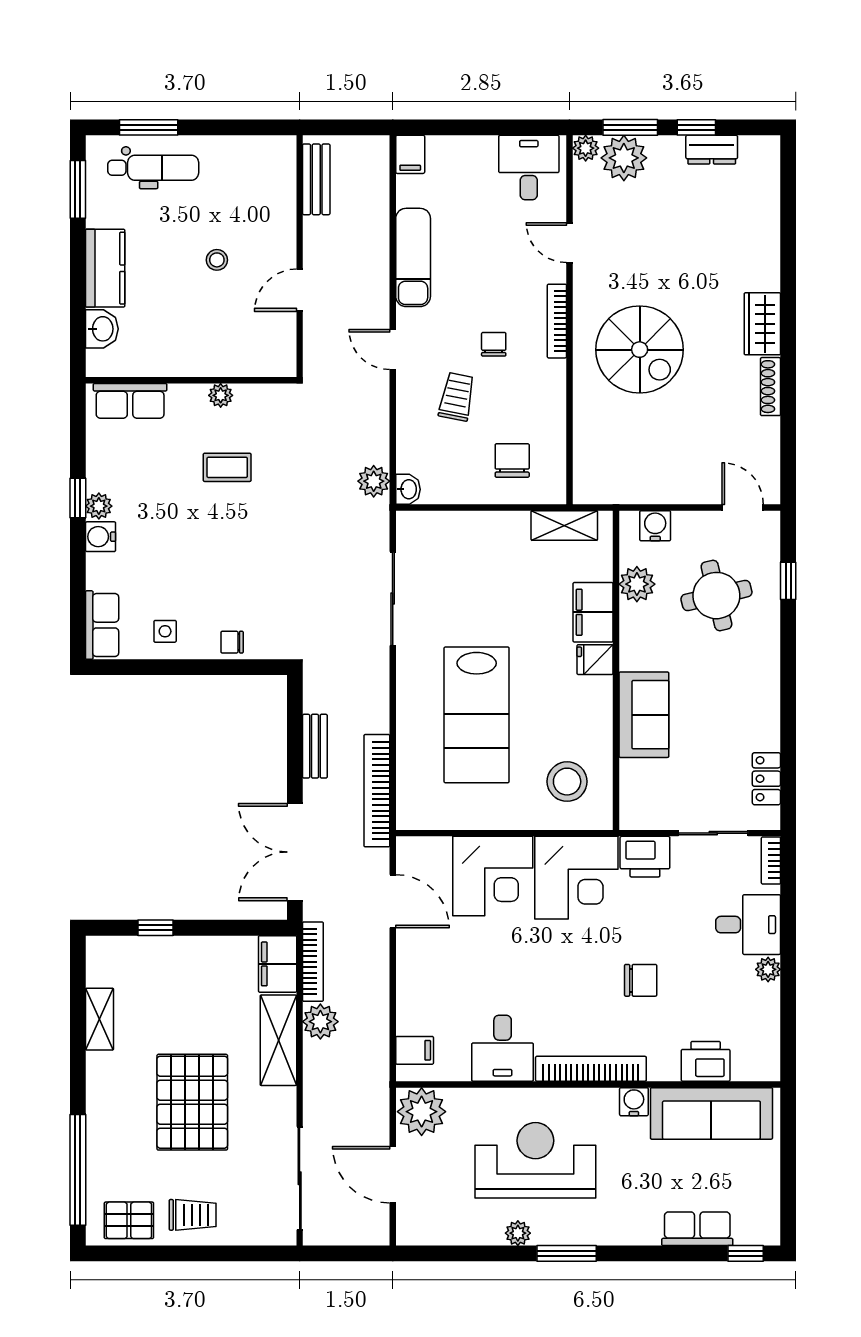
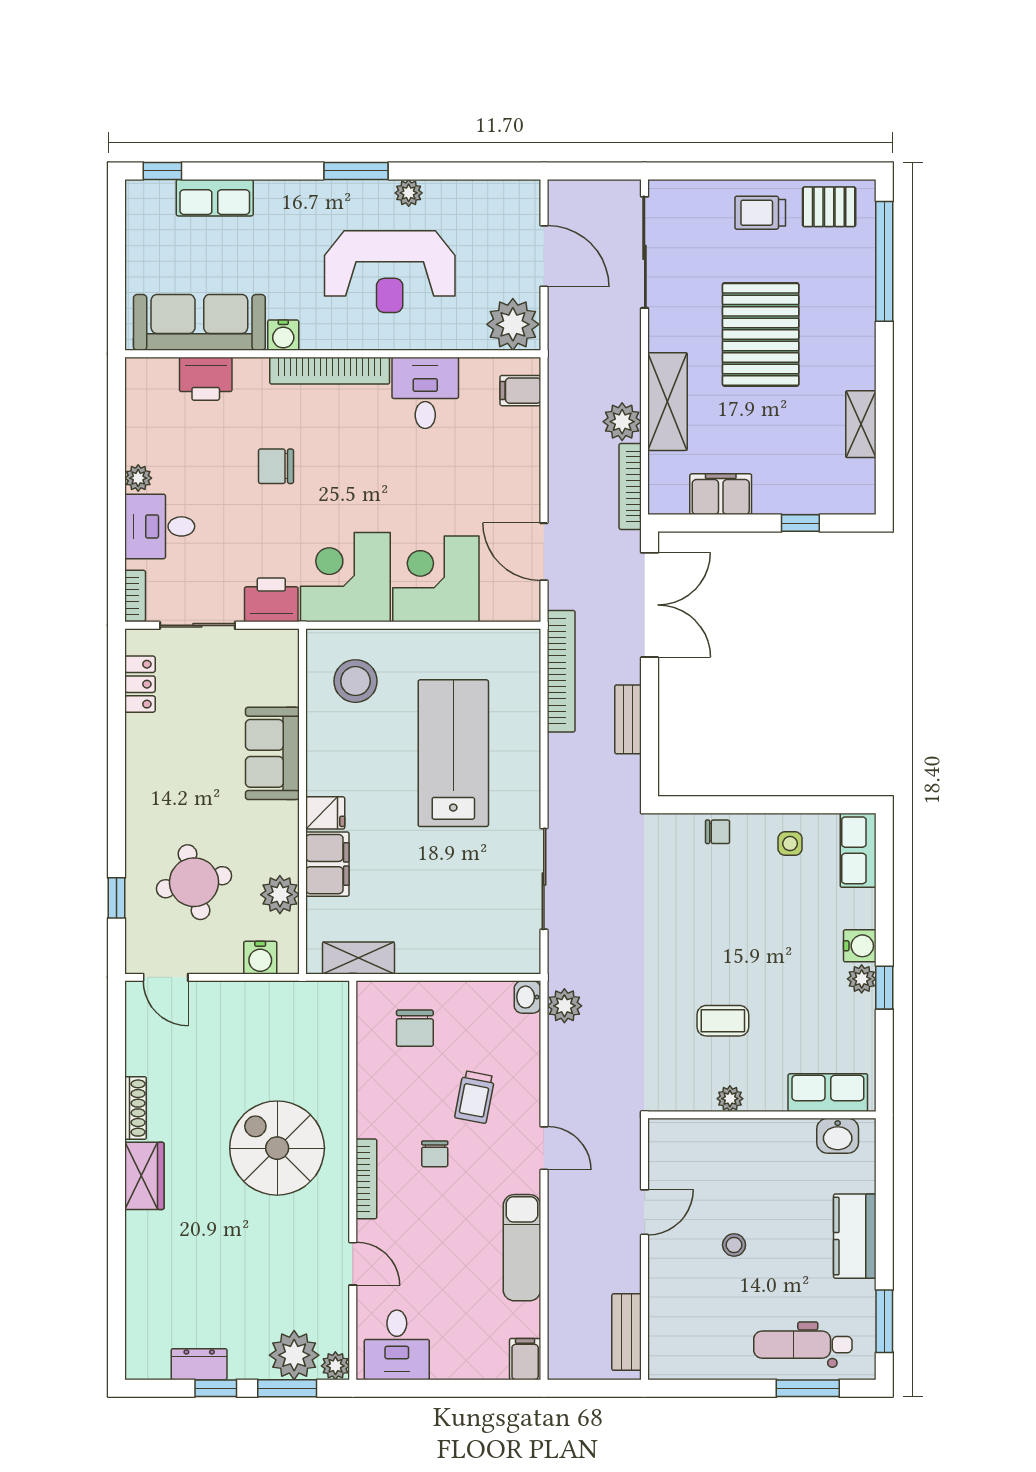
washbasin: (102, 329) -> (838, 1136), moved, turned -90
filing cabinet: (278, 964) -> (721, 494), moved, turned -90

